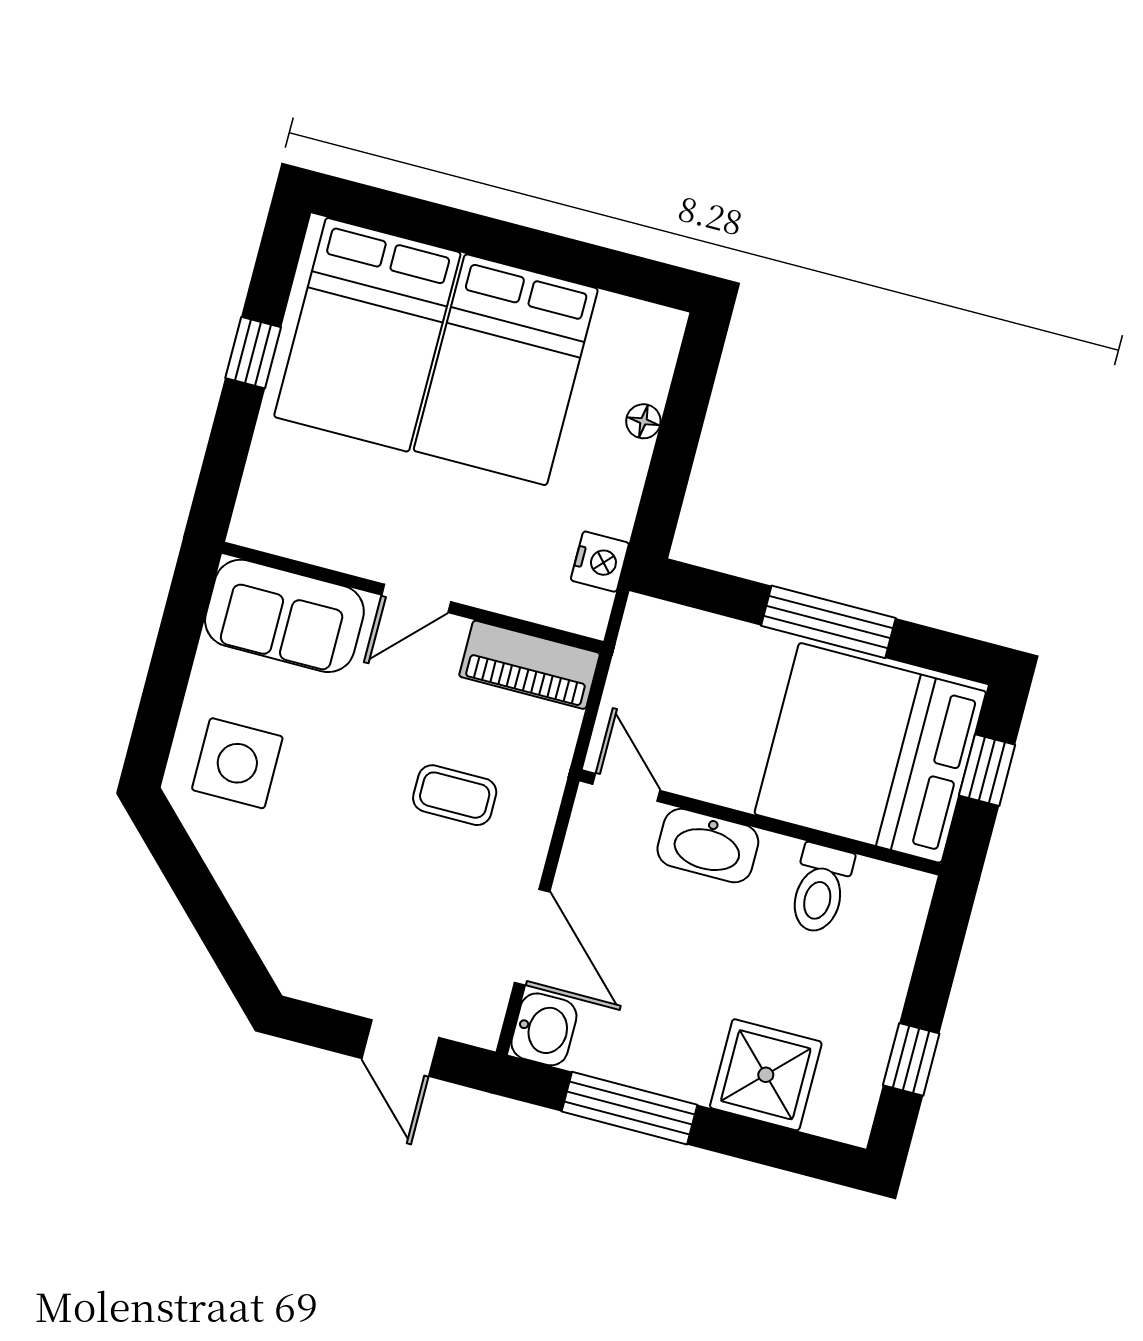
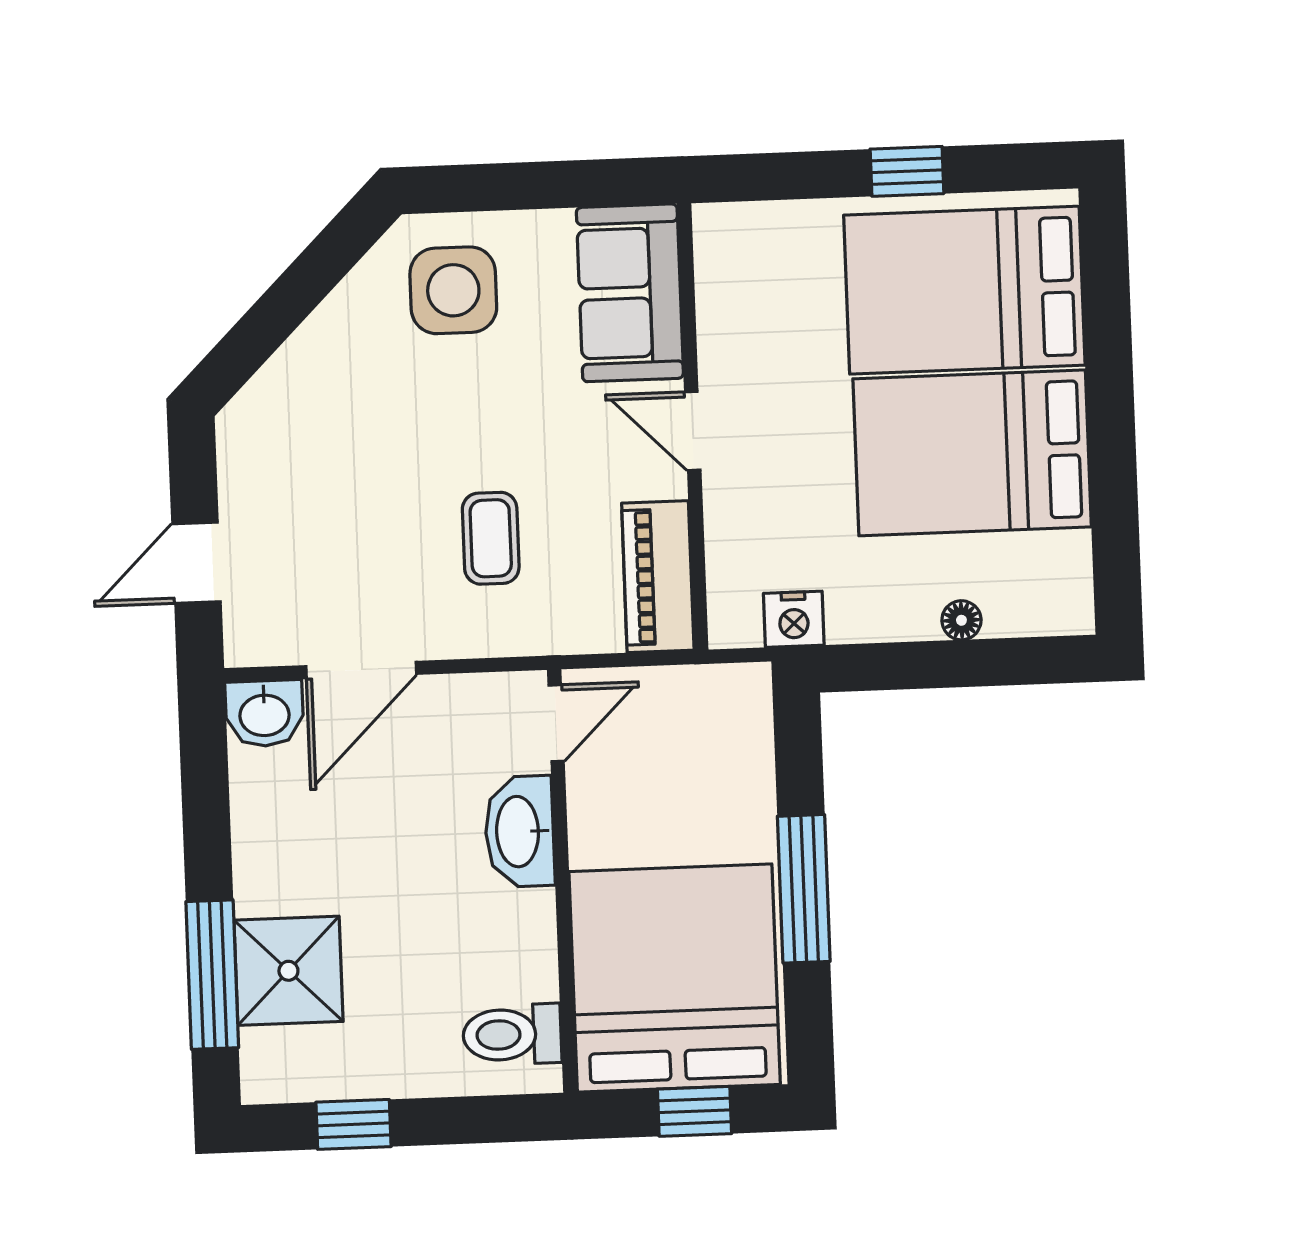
toilet: (820, 889) -> (512, 1034), moved
window: (629, 1108) -> (212, 975), moved

